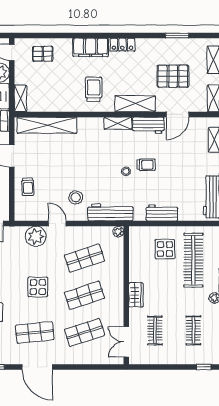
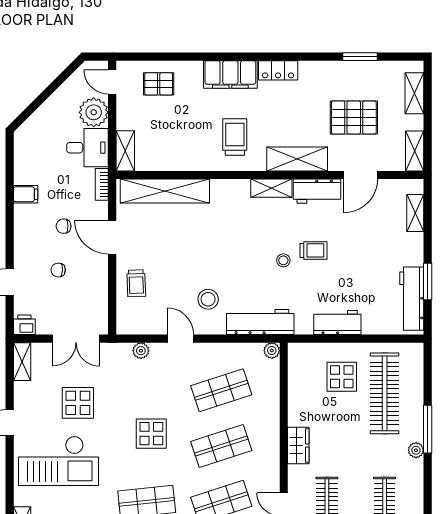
plant: (36, 236) -> (141, 351), width x0.53, depth x0.53

